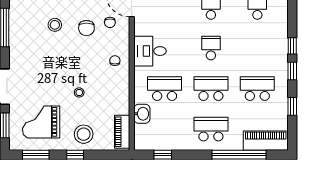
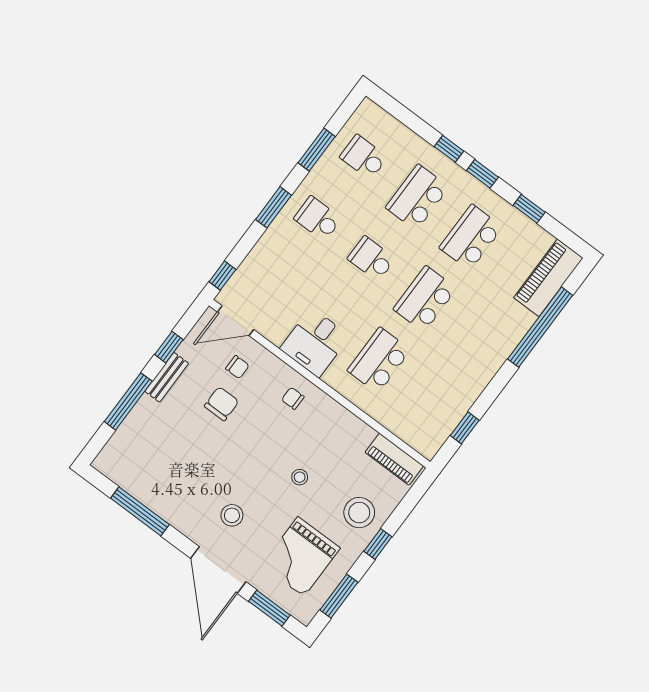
stool: (55, 25) -> (232, 515), moved
chair: (86, 28) -> (222, 404), turned -90
washbasin: (142, 114) -> (390, 415), removed
school desk: (211, 129) -> (417, 197), moved

